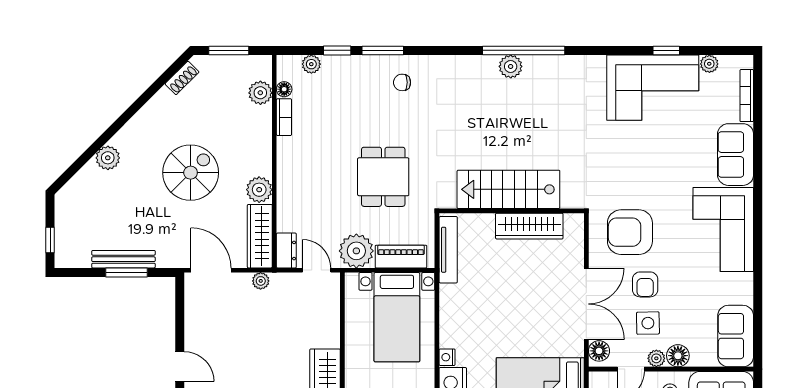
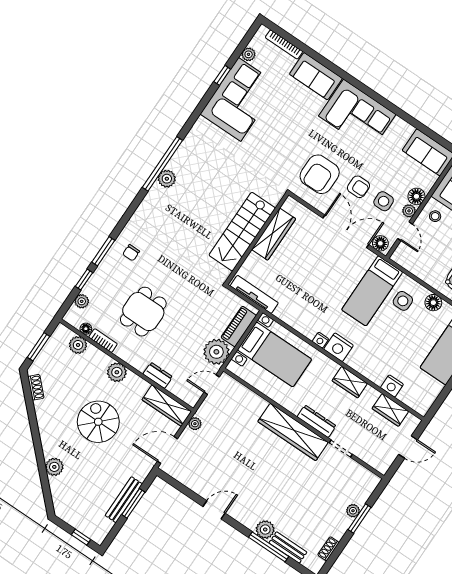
dining table: (383, 177) -> (143, 312), moved, turned 90
plant: (259, 190) -> (117, 372), moved
dresser: (286, 250) -> (158, 375), moved

